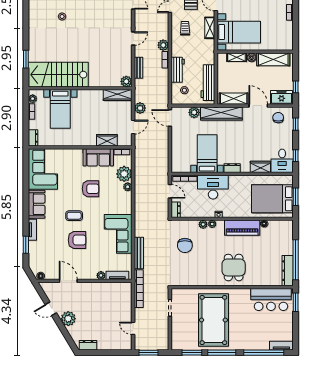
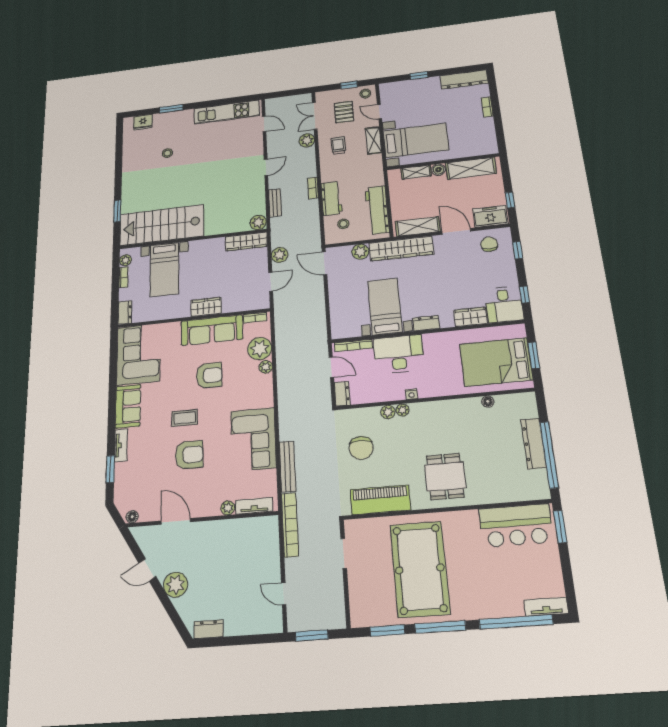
plant: (163, 45) -> (307, 140), moved
wardrobe: (107, 140) -> (206, 307), moved
sofa: (98, 157) -> (212, 330), width x1.36
piano: (242, 228) -> (380, 500), moved, turned 180
dresser: (288, 271) -> (533, 443), moved

